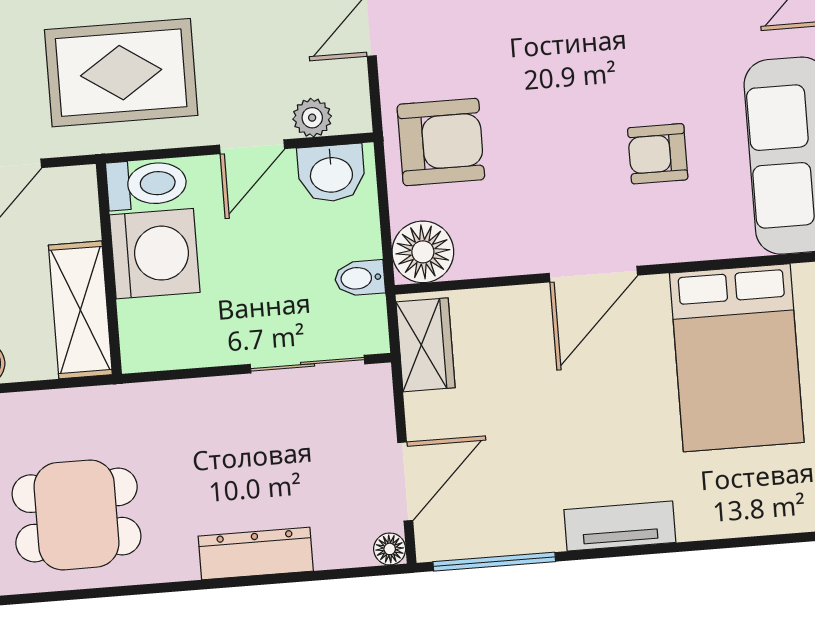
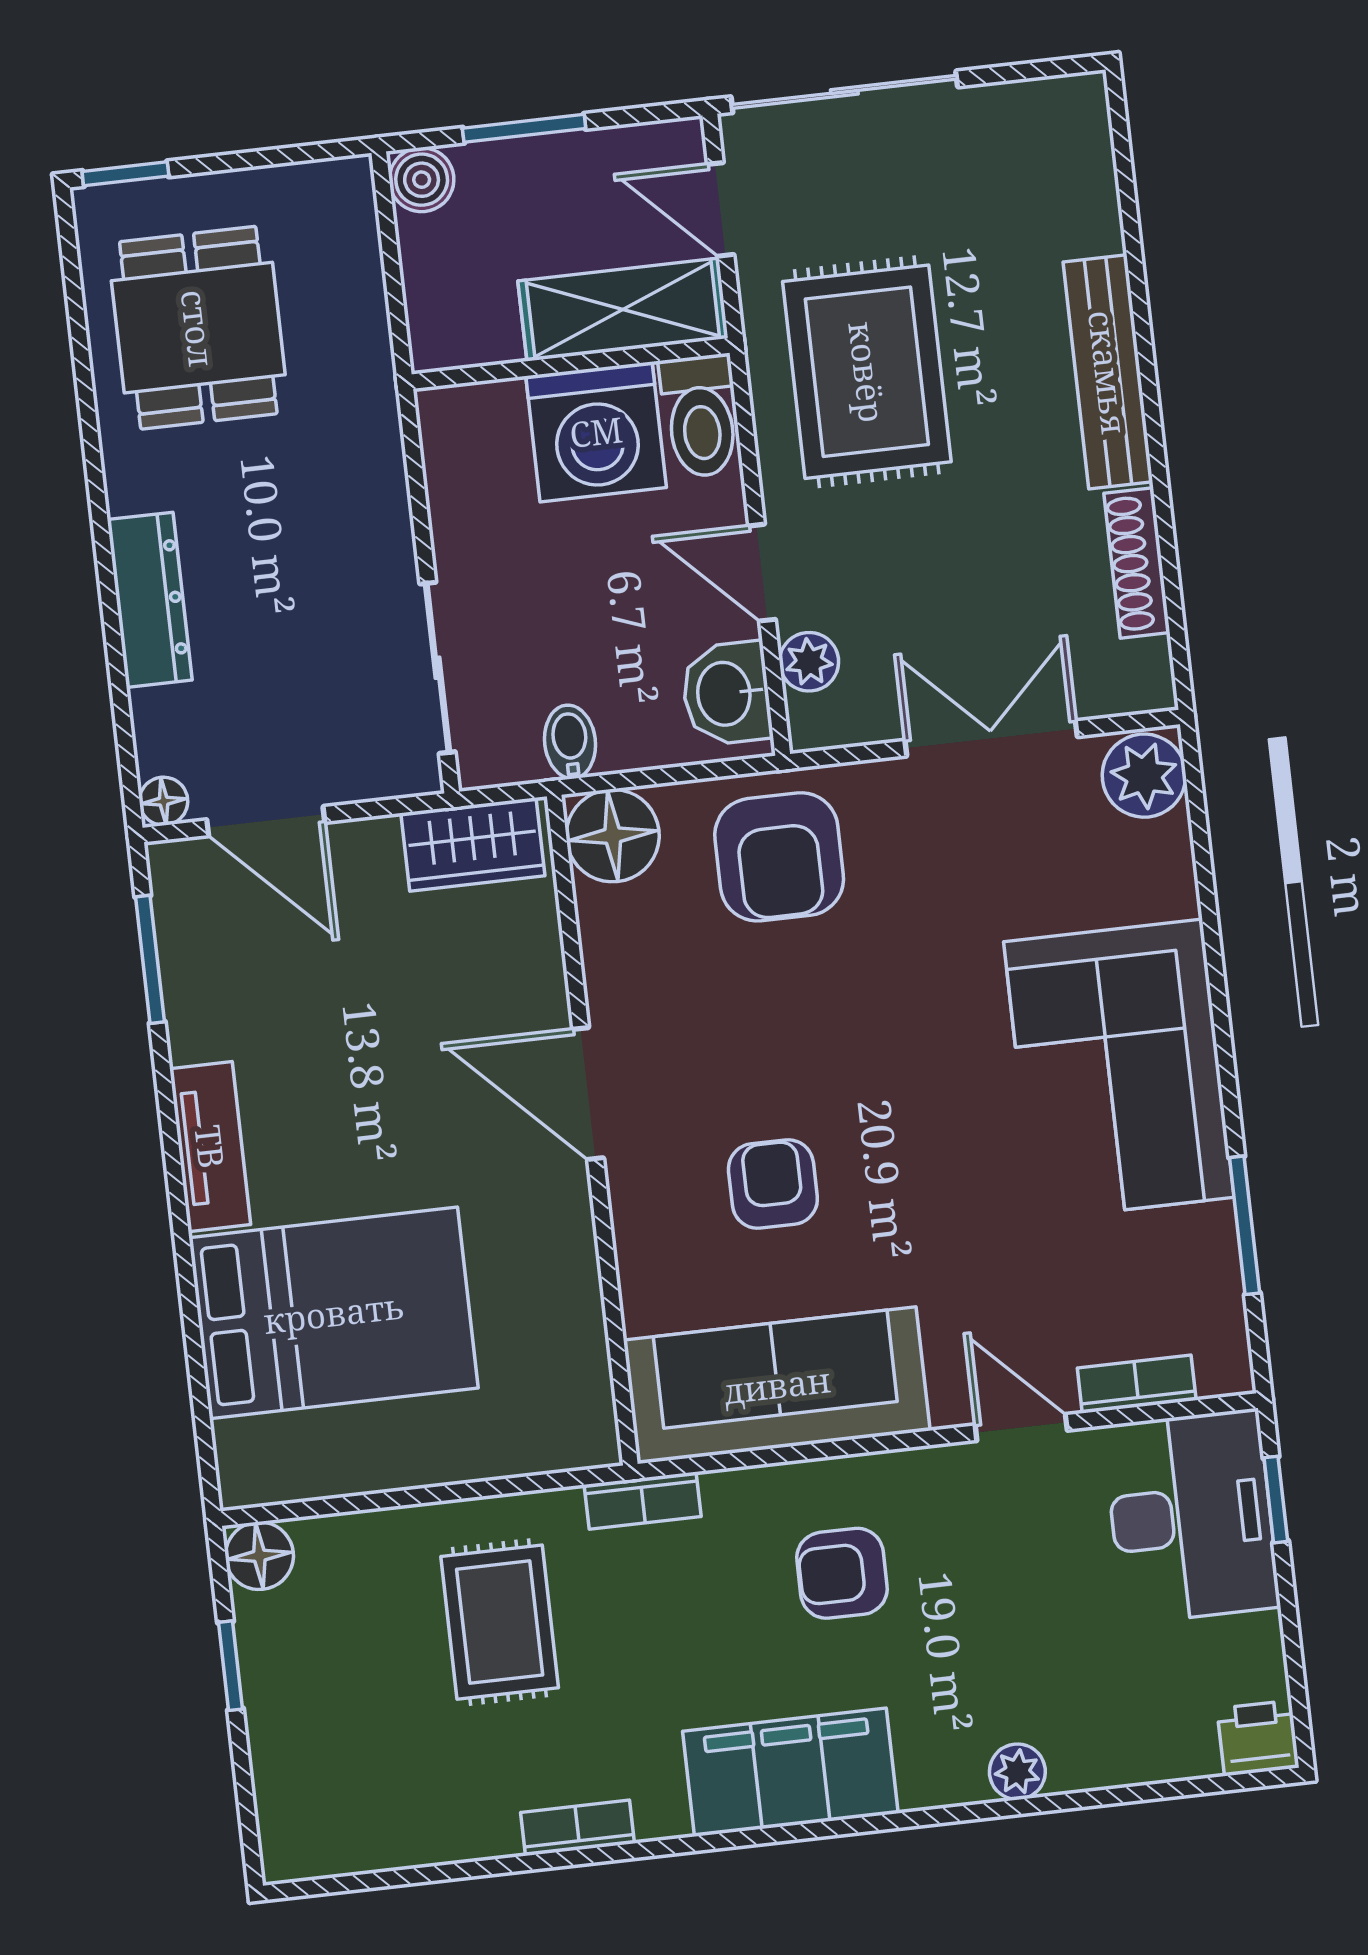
shelving: (80, 310) -> (623, 310), moved
bed: (737, 358) -> (334, 1313), moved, turned 180
window: (494, 562) -> (150, 959), width x0.69

